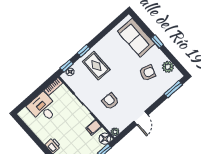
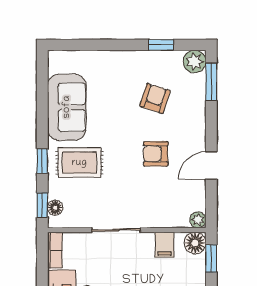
sofa: (136, 38) -> (67, 107), moved, turned -90
window: (157, 42) -> (161, 45), moved
plant: (168, 67) -> (195, 62), moved
armchair: (110, 101) -> (156, 154), moved
door: (141, 118) -> (211, 166), swing flipped

